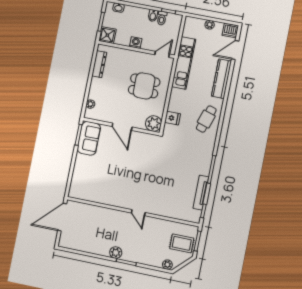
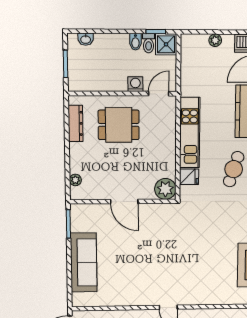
shower: (107, 35) -> (166, 44), moved
washing machine: (136, 43) -> (135, 84), moved
kitchen unit: (184, 63) -> (190, 133), moved
dining table: (144, 86) -> (119, 125), moved
sofa: (89, 138) -> (84, 263), moved, width x1.36

